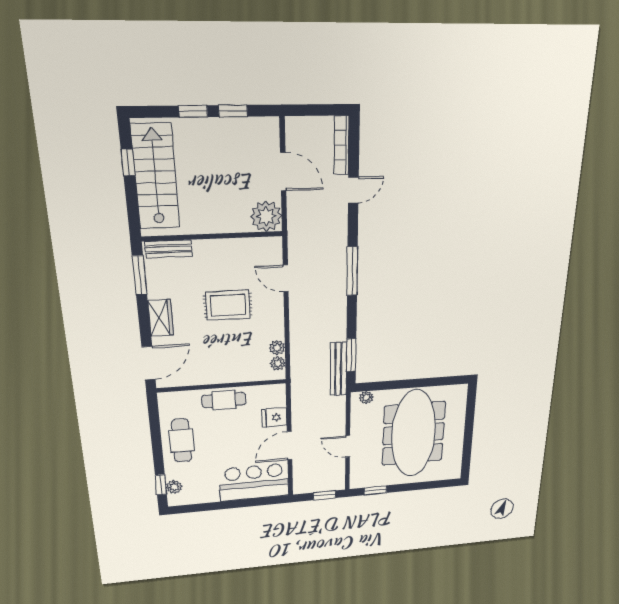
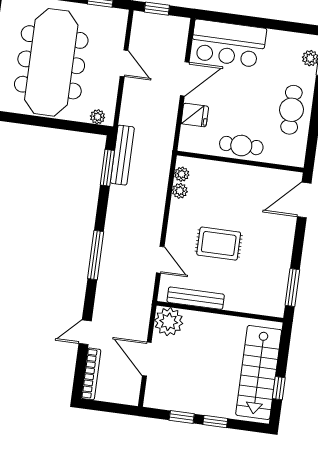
bench: (168, 249) -> (196, 298), moved, width x1.36
wardrobe: (161, 318) -> (283, 243), removed

